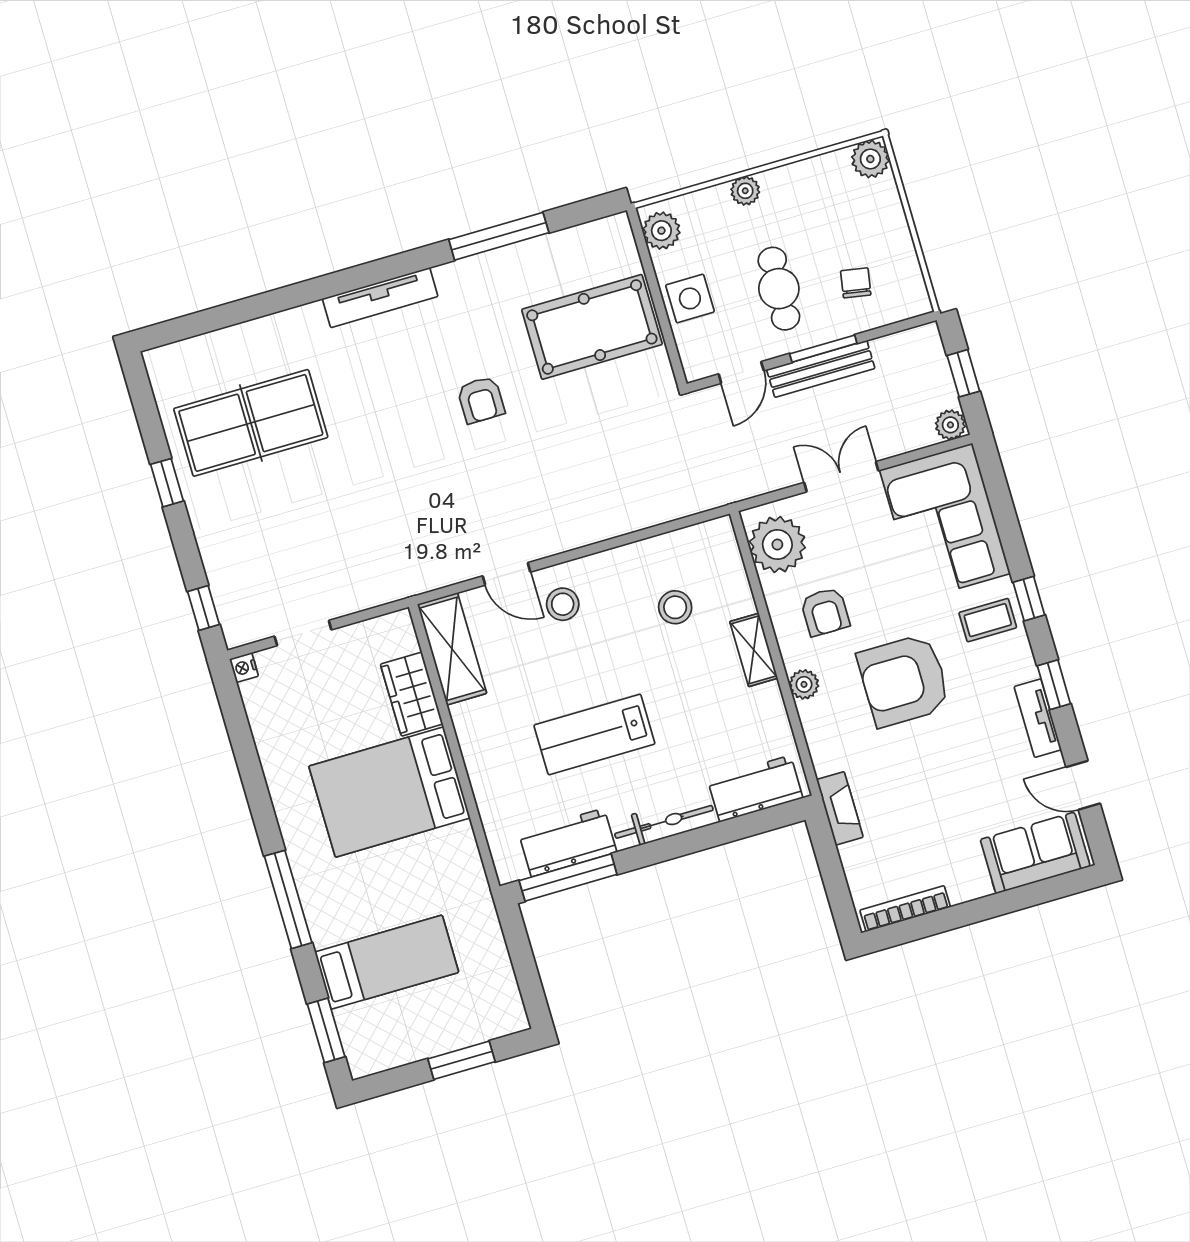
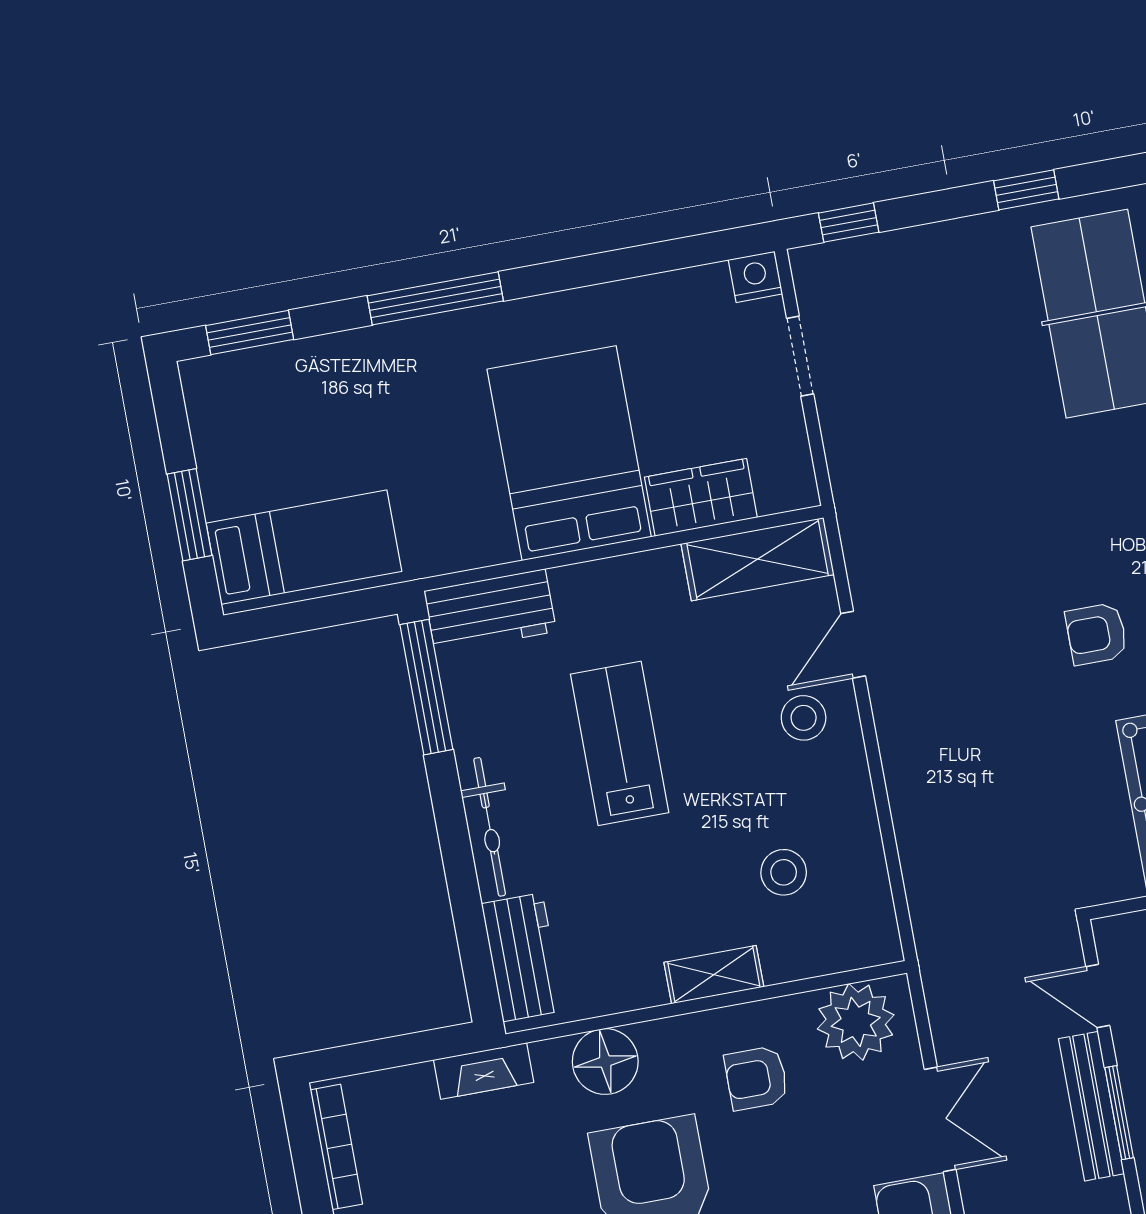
nightstand: (244, 667) -> (755, 277), width x1.39, depth x1.35
plant: (804, 684) -> (659, 1039), removed
floor lamp: (824, 722) -> (605, 1062), added
workbench: (568, 843) -> (490, 611), moved, turned 90
bed: (387, 962) -> (304, 547), moved, turned -90

